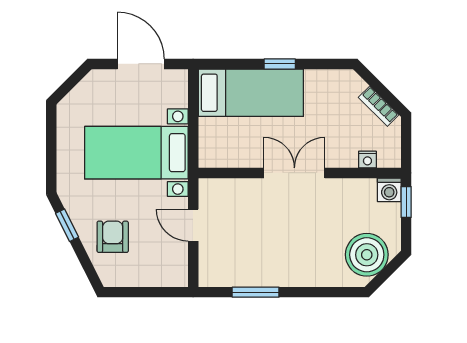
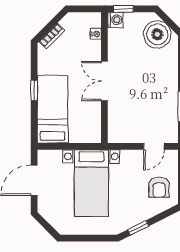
bookcase: (379, 106) -> (52, 36), moved
door: (193, 225) -> (154, 146), moved
armchair: (113, 237) -> (159, 187), moved, turned -90

